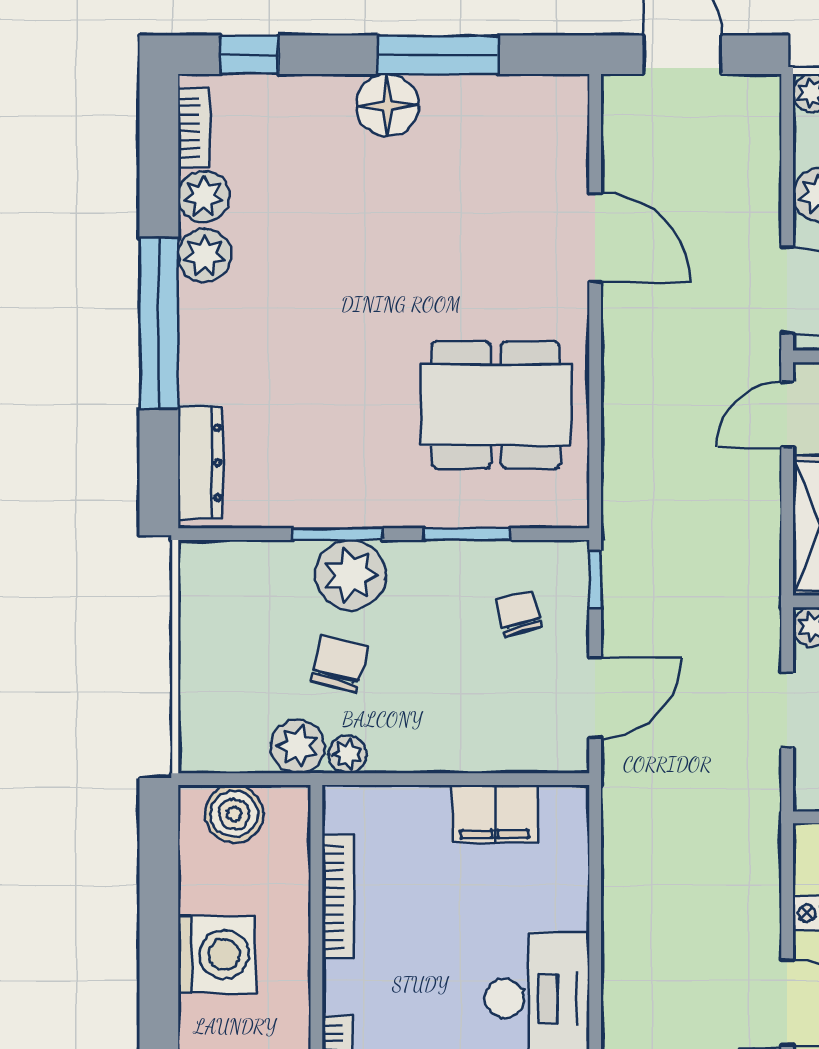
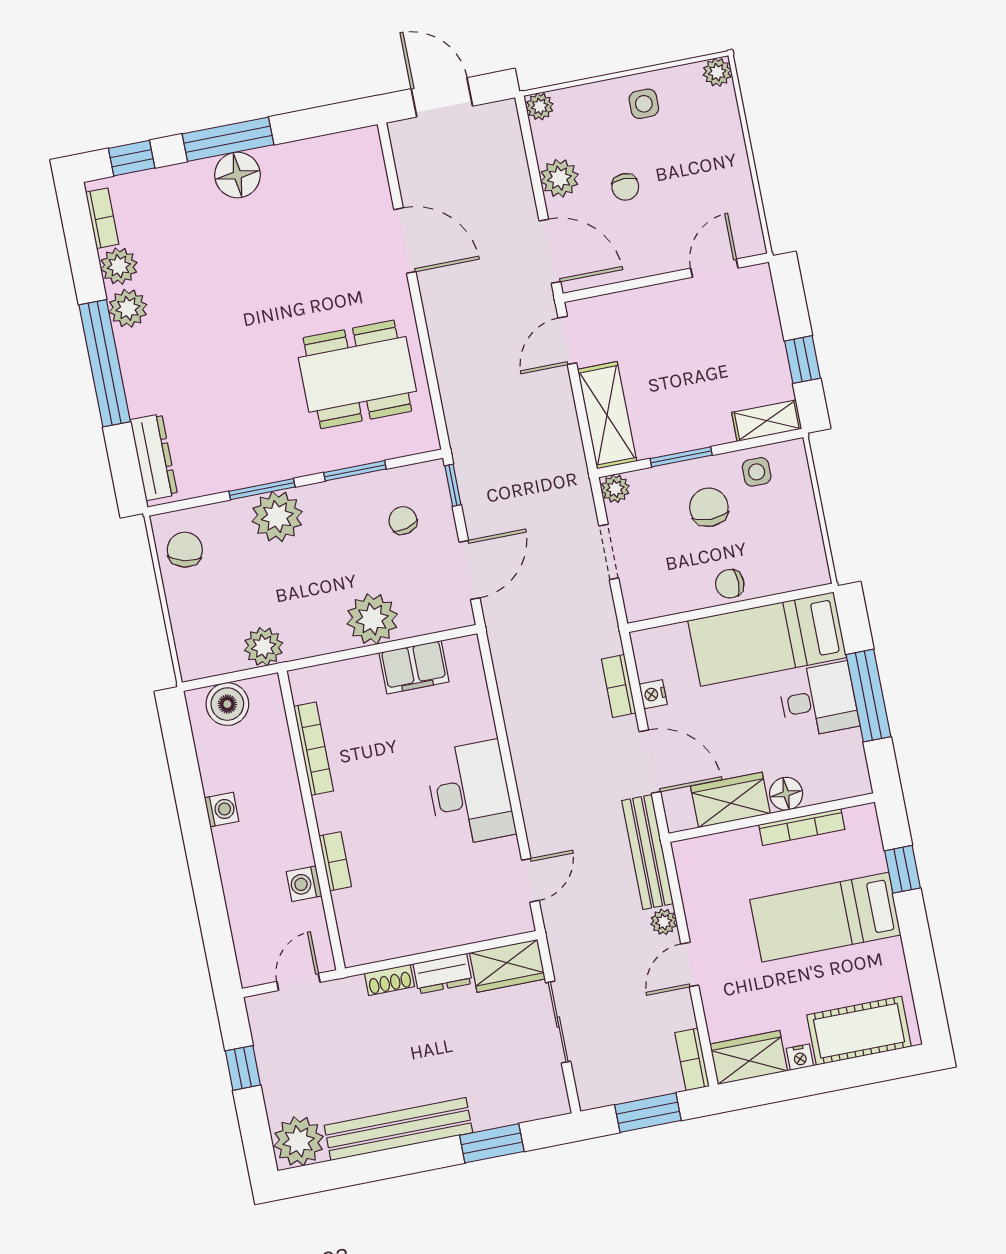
window: (438, 55) -> (228, 139), moved
chair: (339, 664) -> (185, 550), moved
plant: (347, 754) -> (372, 619), moved, width x1.88, depth x1.88
bookcase: (765, 893) -> (619, 686), added
washing machine: (216, 954) -> (222, 810), width x0.53, depth x0.53

